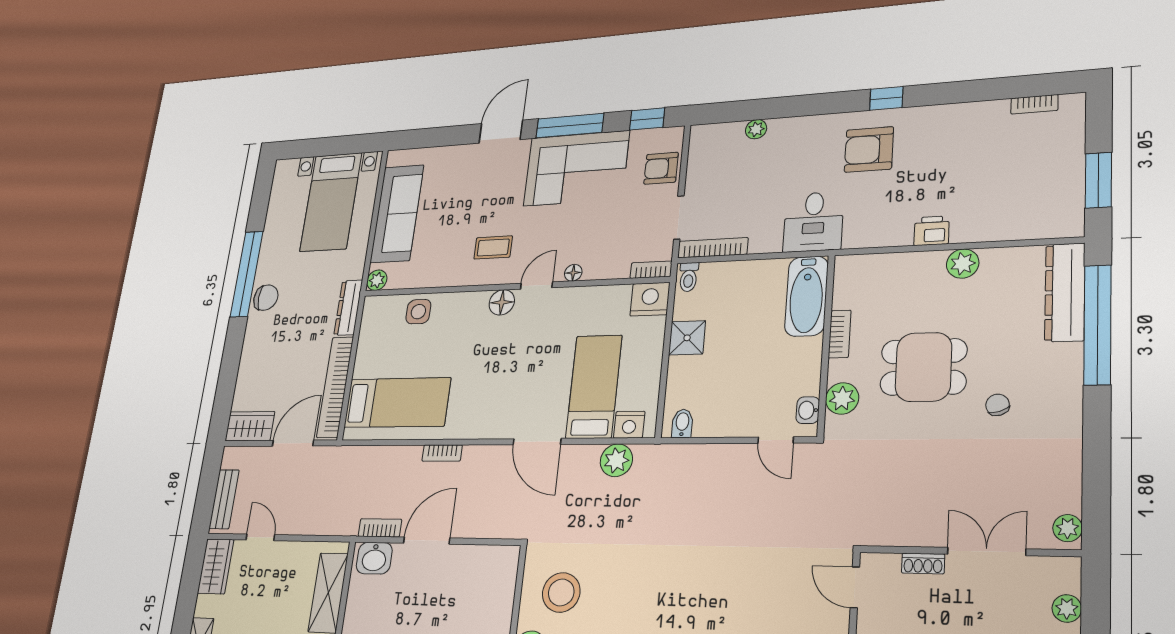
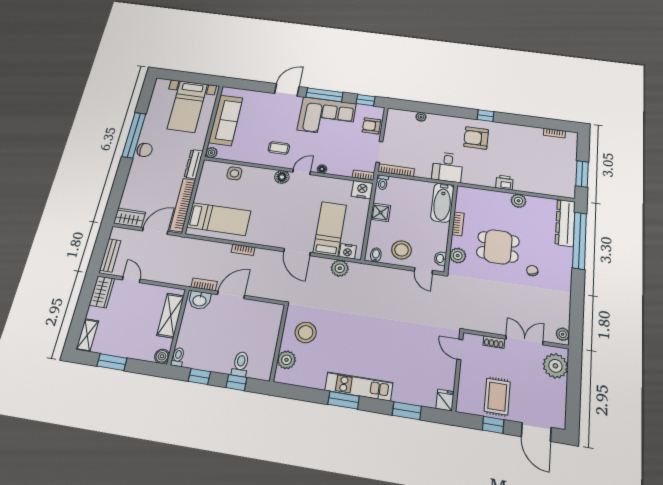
stool: (731, 405) -> (401, 250), added
plant: (1067, 608) -> (555, 366), width x1.87, depth x1.87

